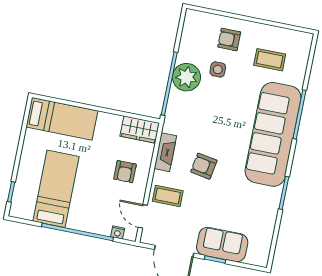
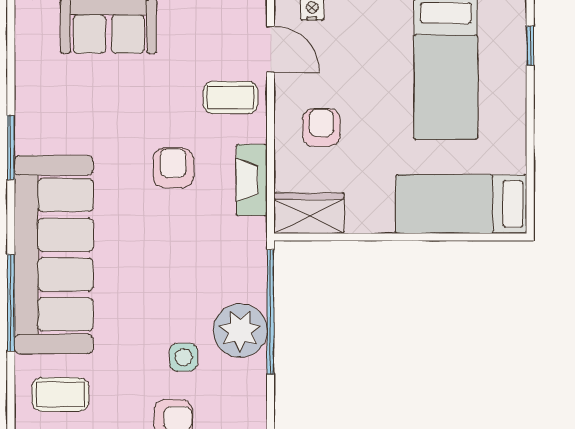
coffee table: (270, 60) -> (60, 394), moved
armchair: (204, 166) -> (173, 168), turned -100

